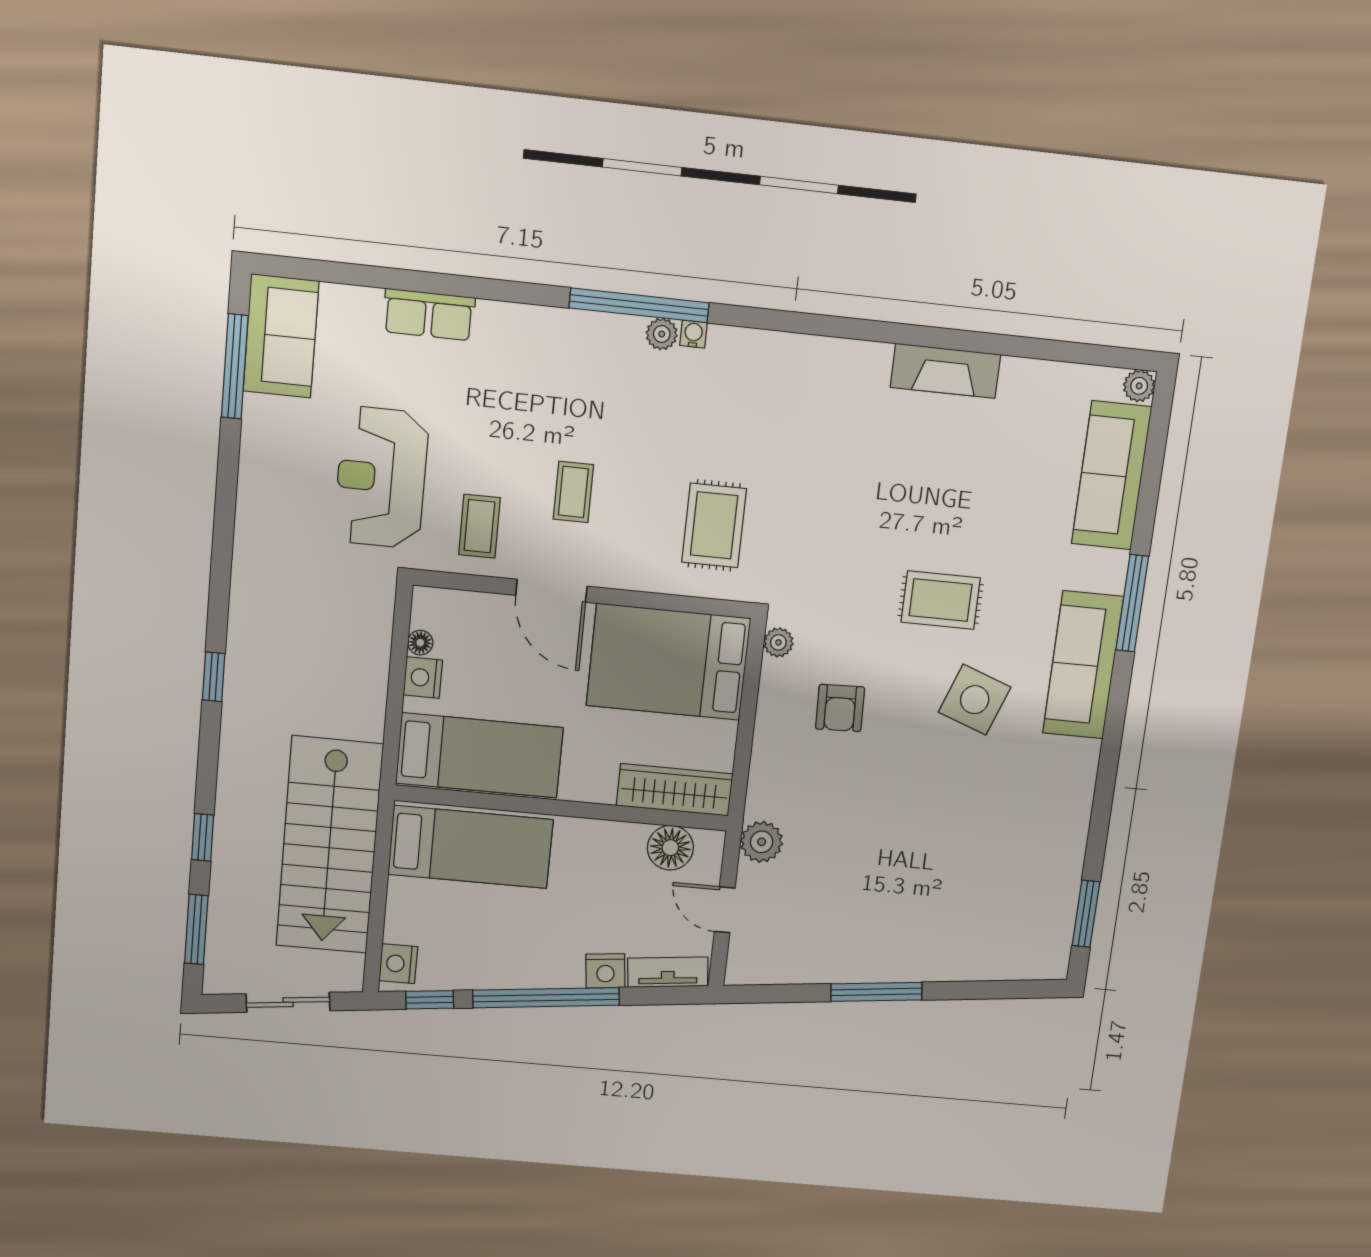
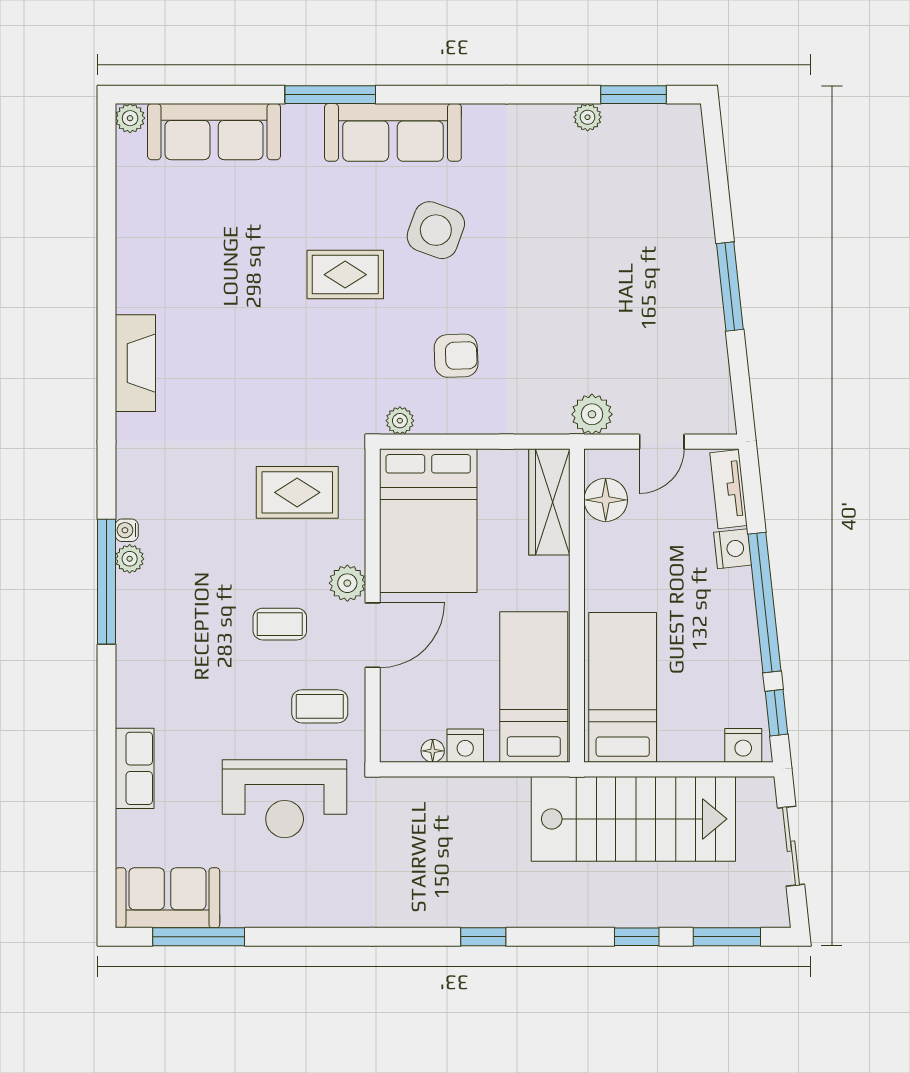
fireplace: (946, 371) -> (135, 363), moved
plant: (610, 569) -> (347, 583), added
rug: (941, 600) -> (345, 275), turned 90
plant: (1070, 866) -> (588, 117), added

